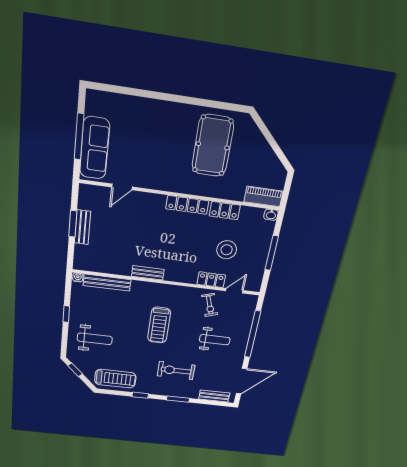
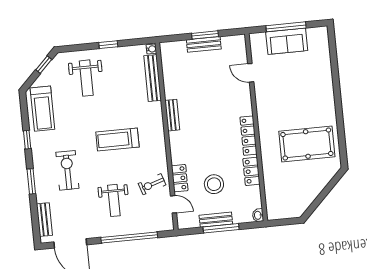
sofa: (95, 148) -> (287, 41), width x0.73
piano: (263, 197) -> (273, 203), removed
bench: (262, 256) -> (216, 220), added

